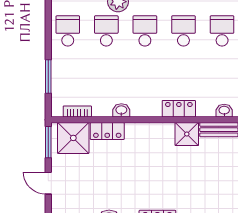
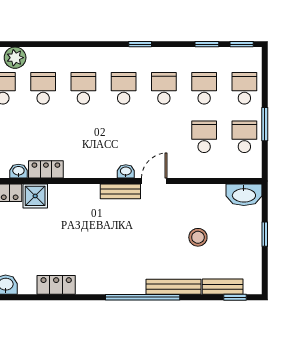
locker: (179, 109) -> (46, 169), moved
shower: (187, 134) -> (35, 196), moved

